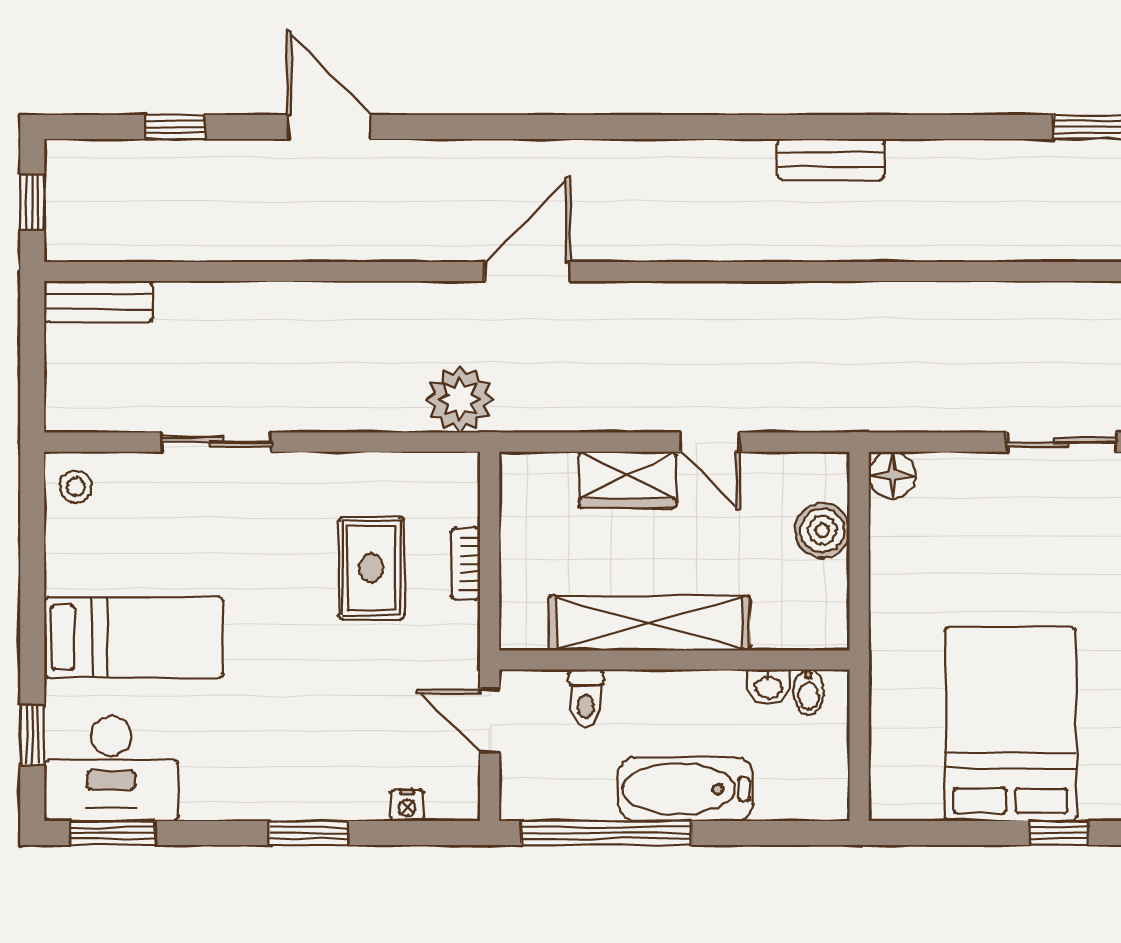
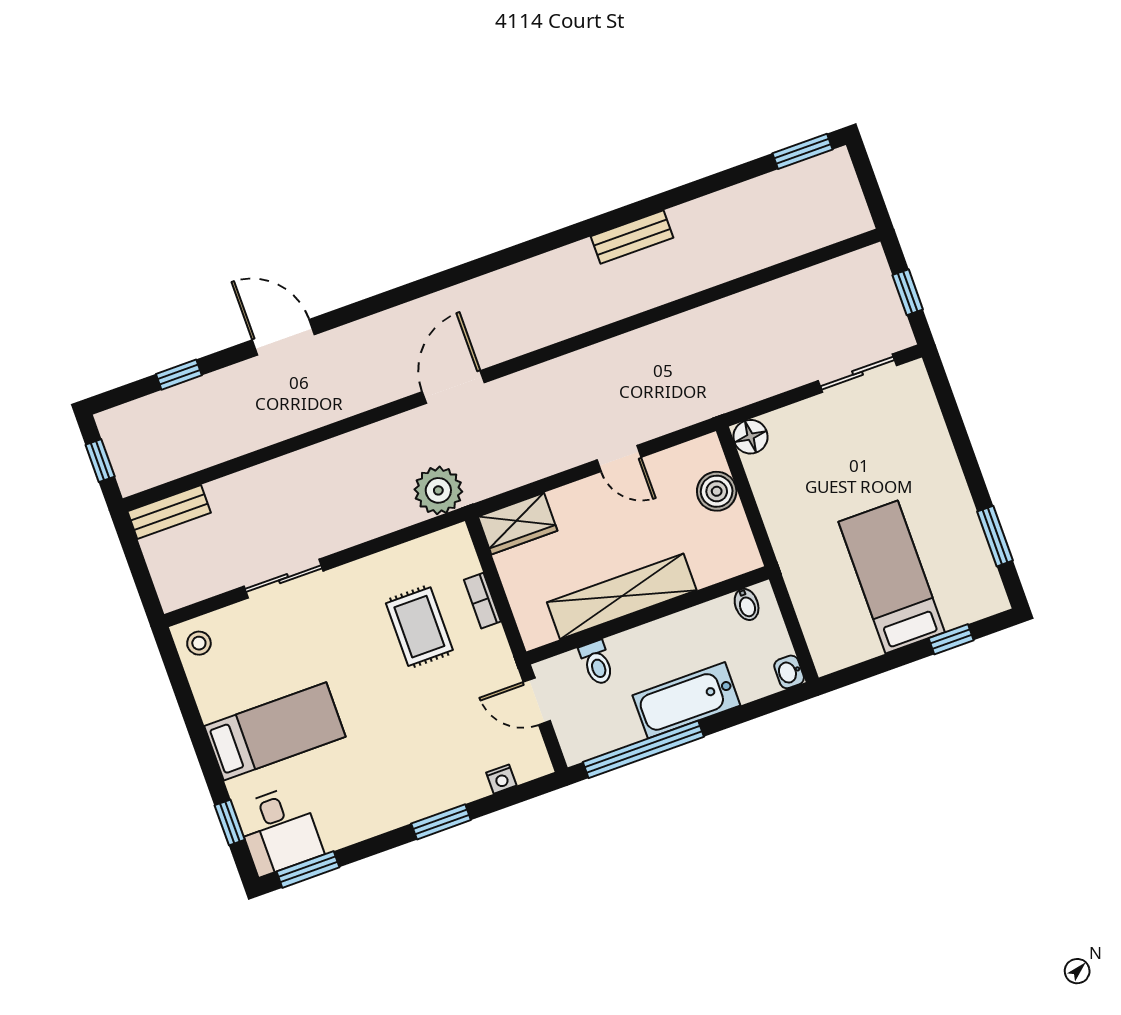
wardrobe: (628, 480) -> (518, 524), moved
washbasin: (768, 687) -> (789, 672), moved, turned 90
bed: (1011, 724) -> (892, 577), width x0.67
desk: (111, 768) -> (279, 830), width x0.73

